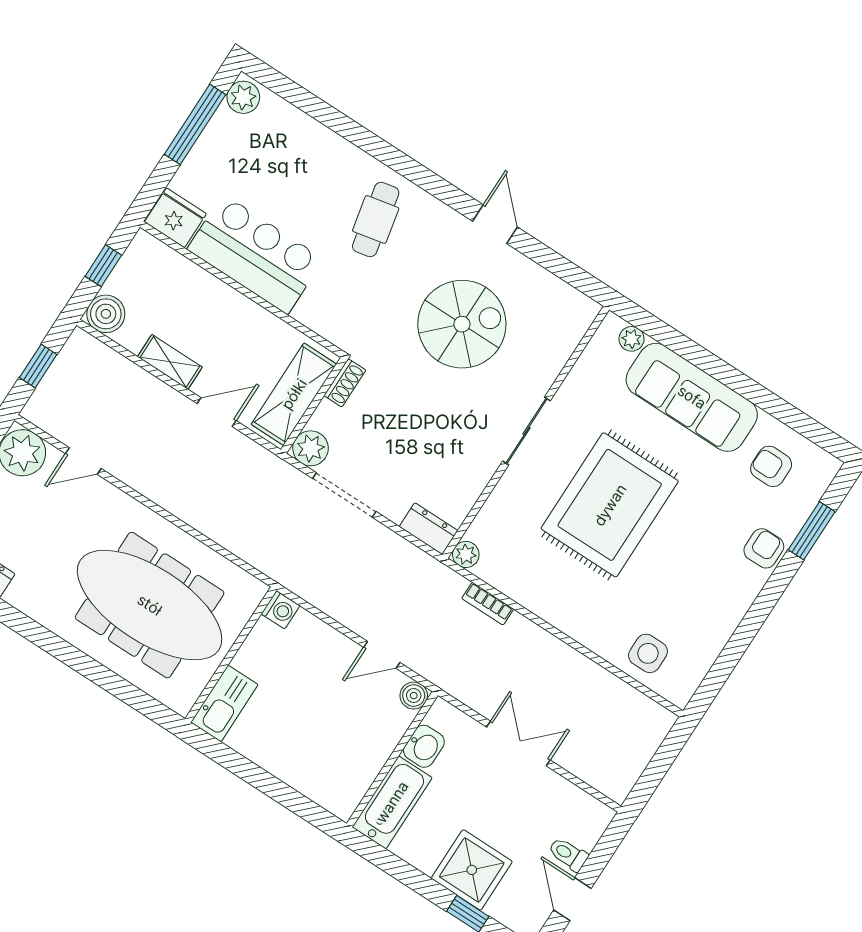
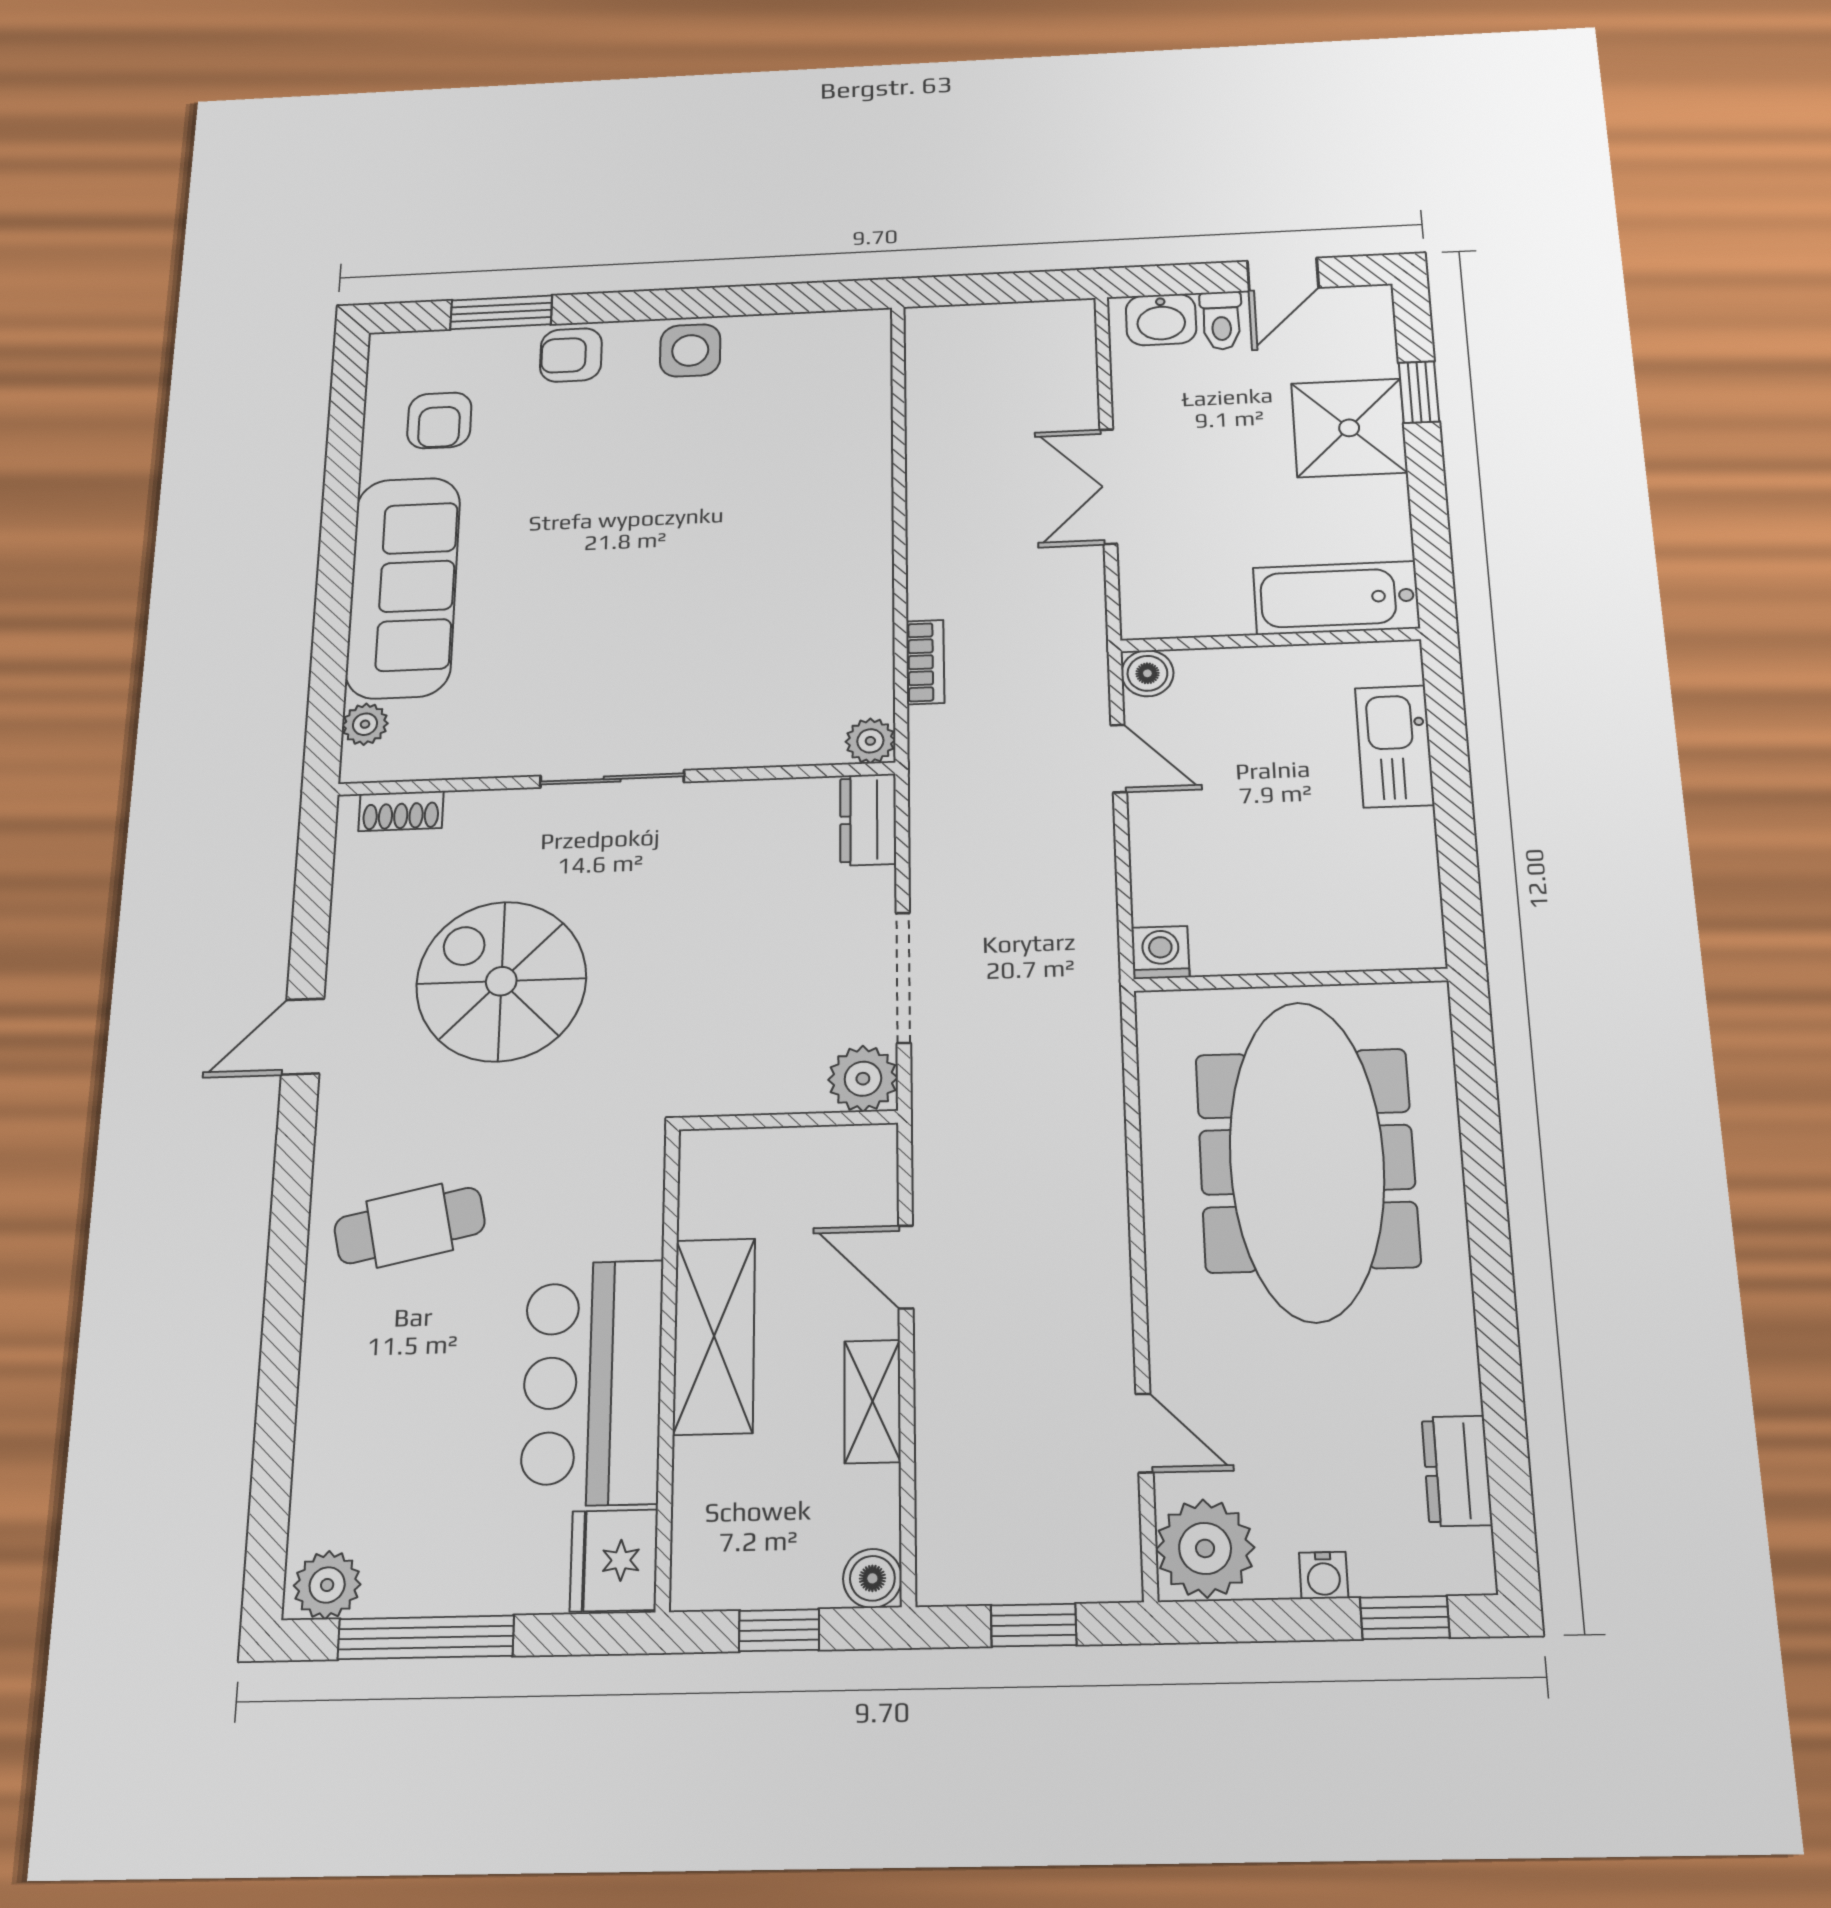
boiler: (106, 314) -> (872, 1578), width x0.73, depth x0.73
shoe rack: (345, 383) -> (401, 811), moved, turned 180
shelving: (294, 394) -> (714, 1336), moved, turned 90
rug: (610, 505) -> (649, 593), removed
side table: (648, 653) -> (690, 350), moved
kitchen sink: (224, 704) -> (1395, 746), moved, turned -90
washbasin: (424, 746) -> (1161, 320), moved, turned 180

